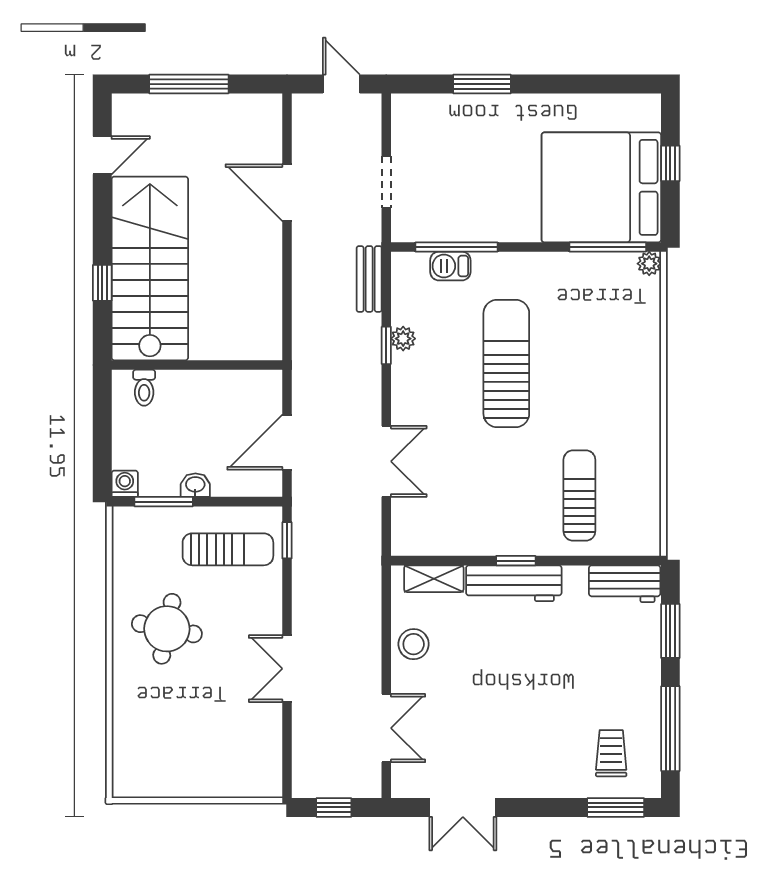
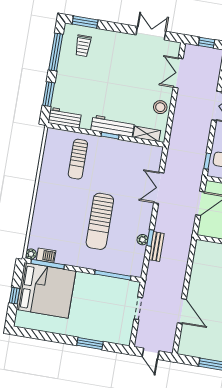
barbecue: (450, 266) -> (46, 255), moved
bench: (369, 279) -> (156, 247), moved

